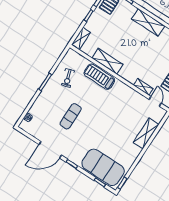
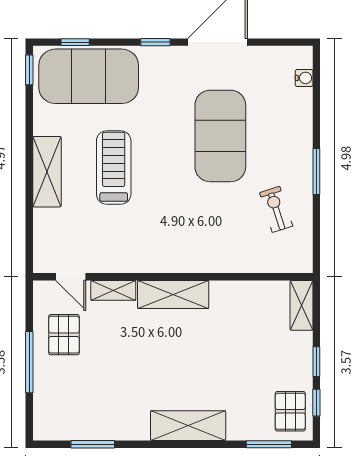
shelving: (108, 61) -> (173, 294), moved
treadmill: (99, 77) -> (114, 167), moved, turned -90
exercise mat: (71, 116) -> (220, 136), width x2.00, depth x1.45
shelving: (146, 133) -> (47, 172), moved

